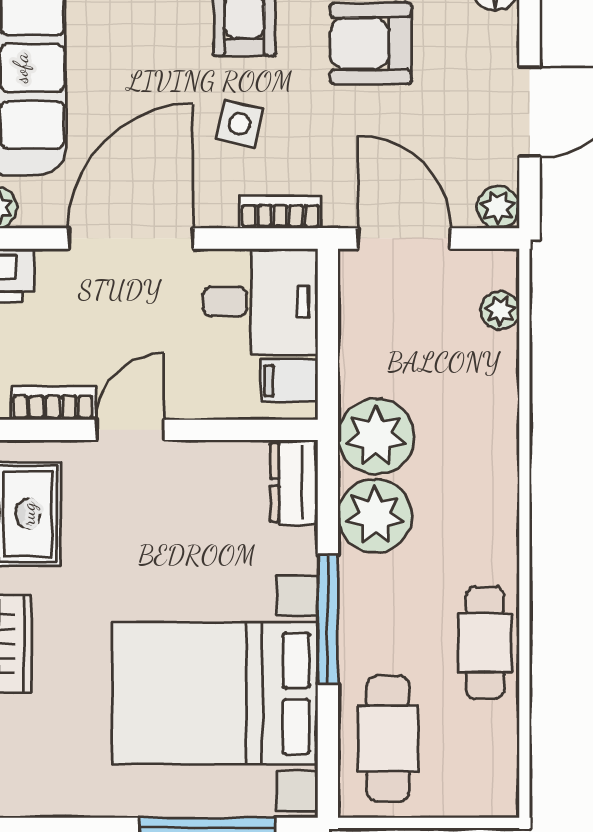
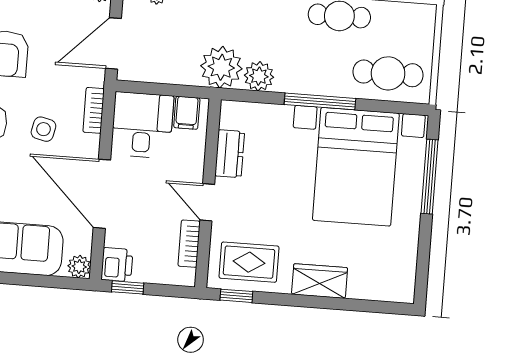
dresser: (294, 482) -> (230, 154), moved, turned -90
plant: (375, 516) -> (259, 76), width x0.73, depth x0.73

